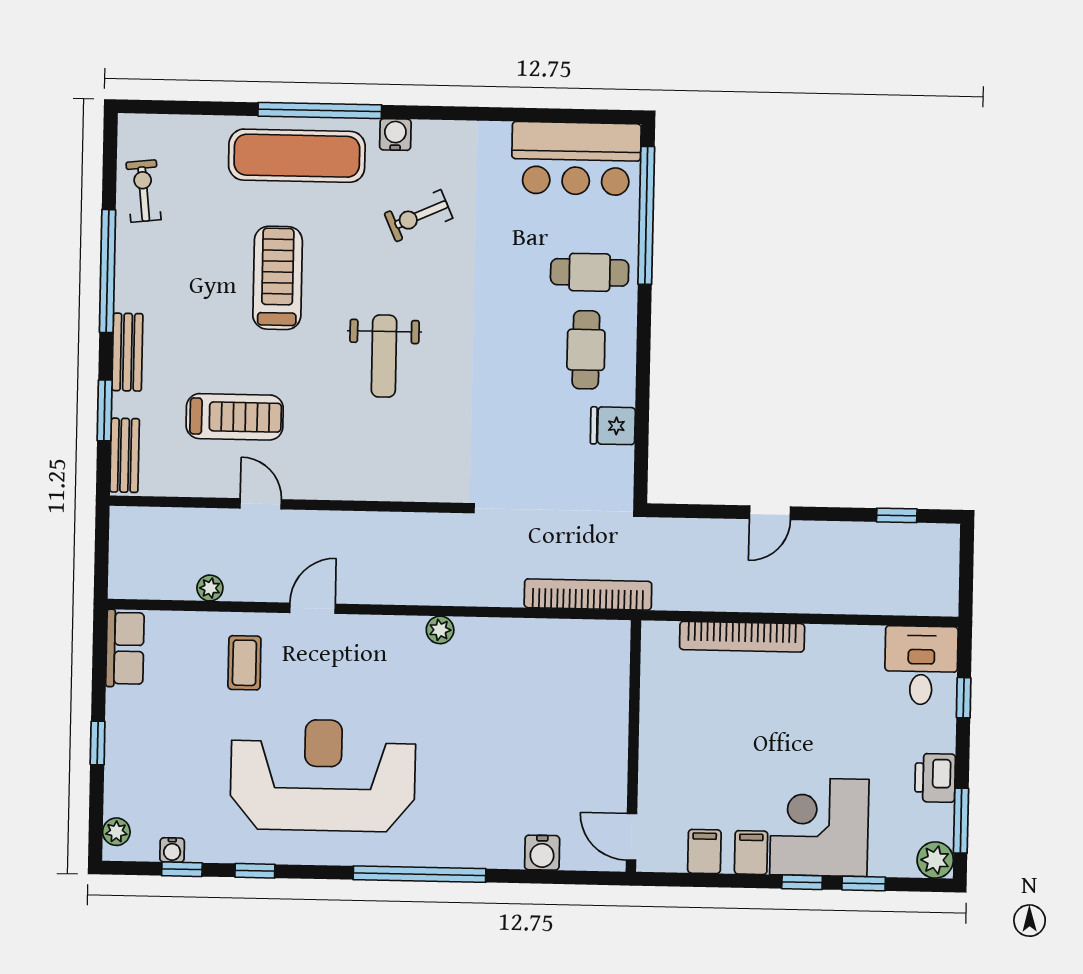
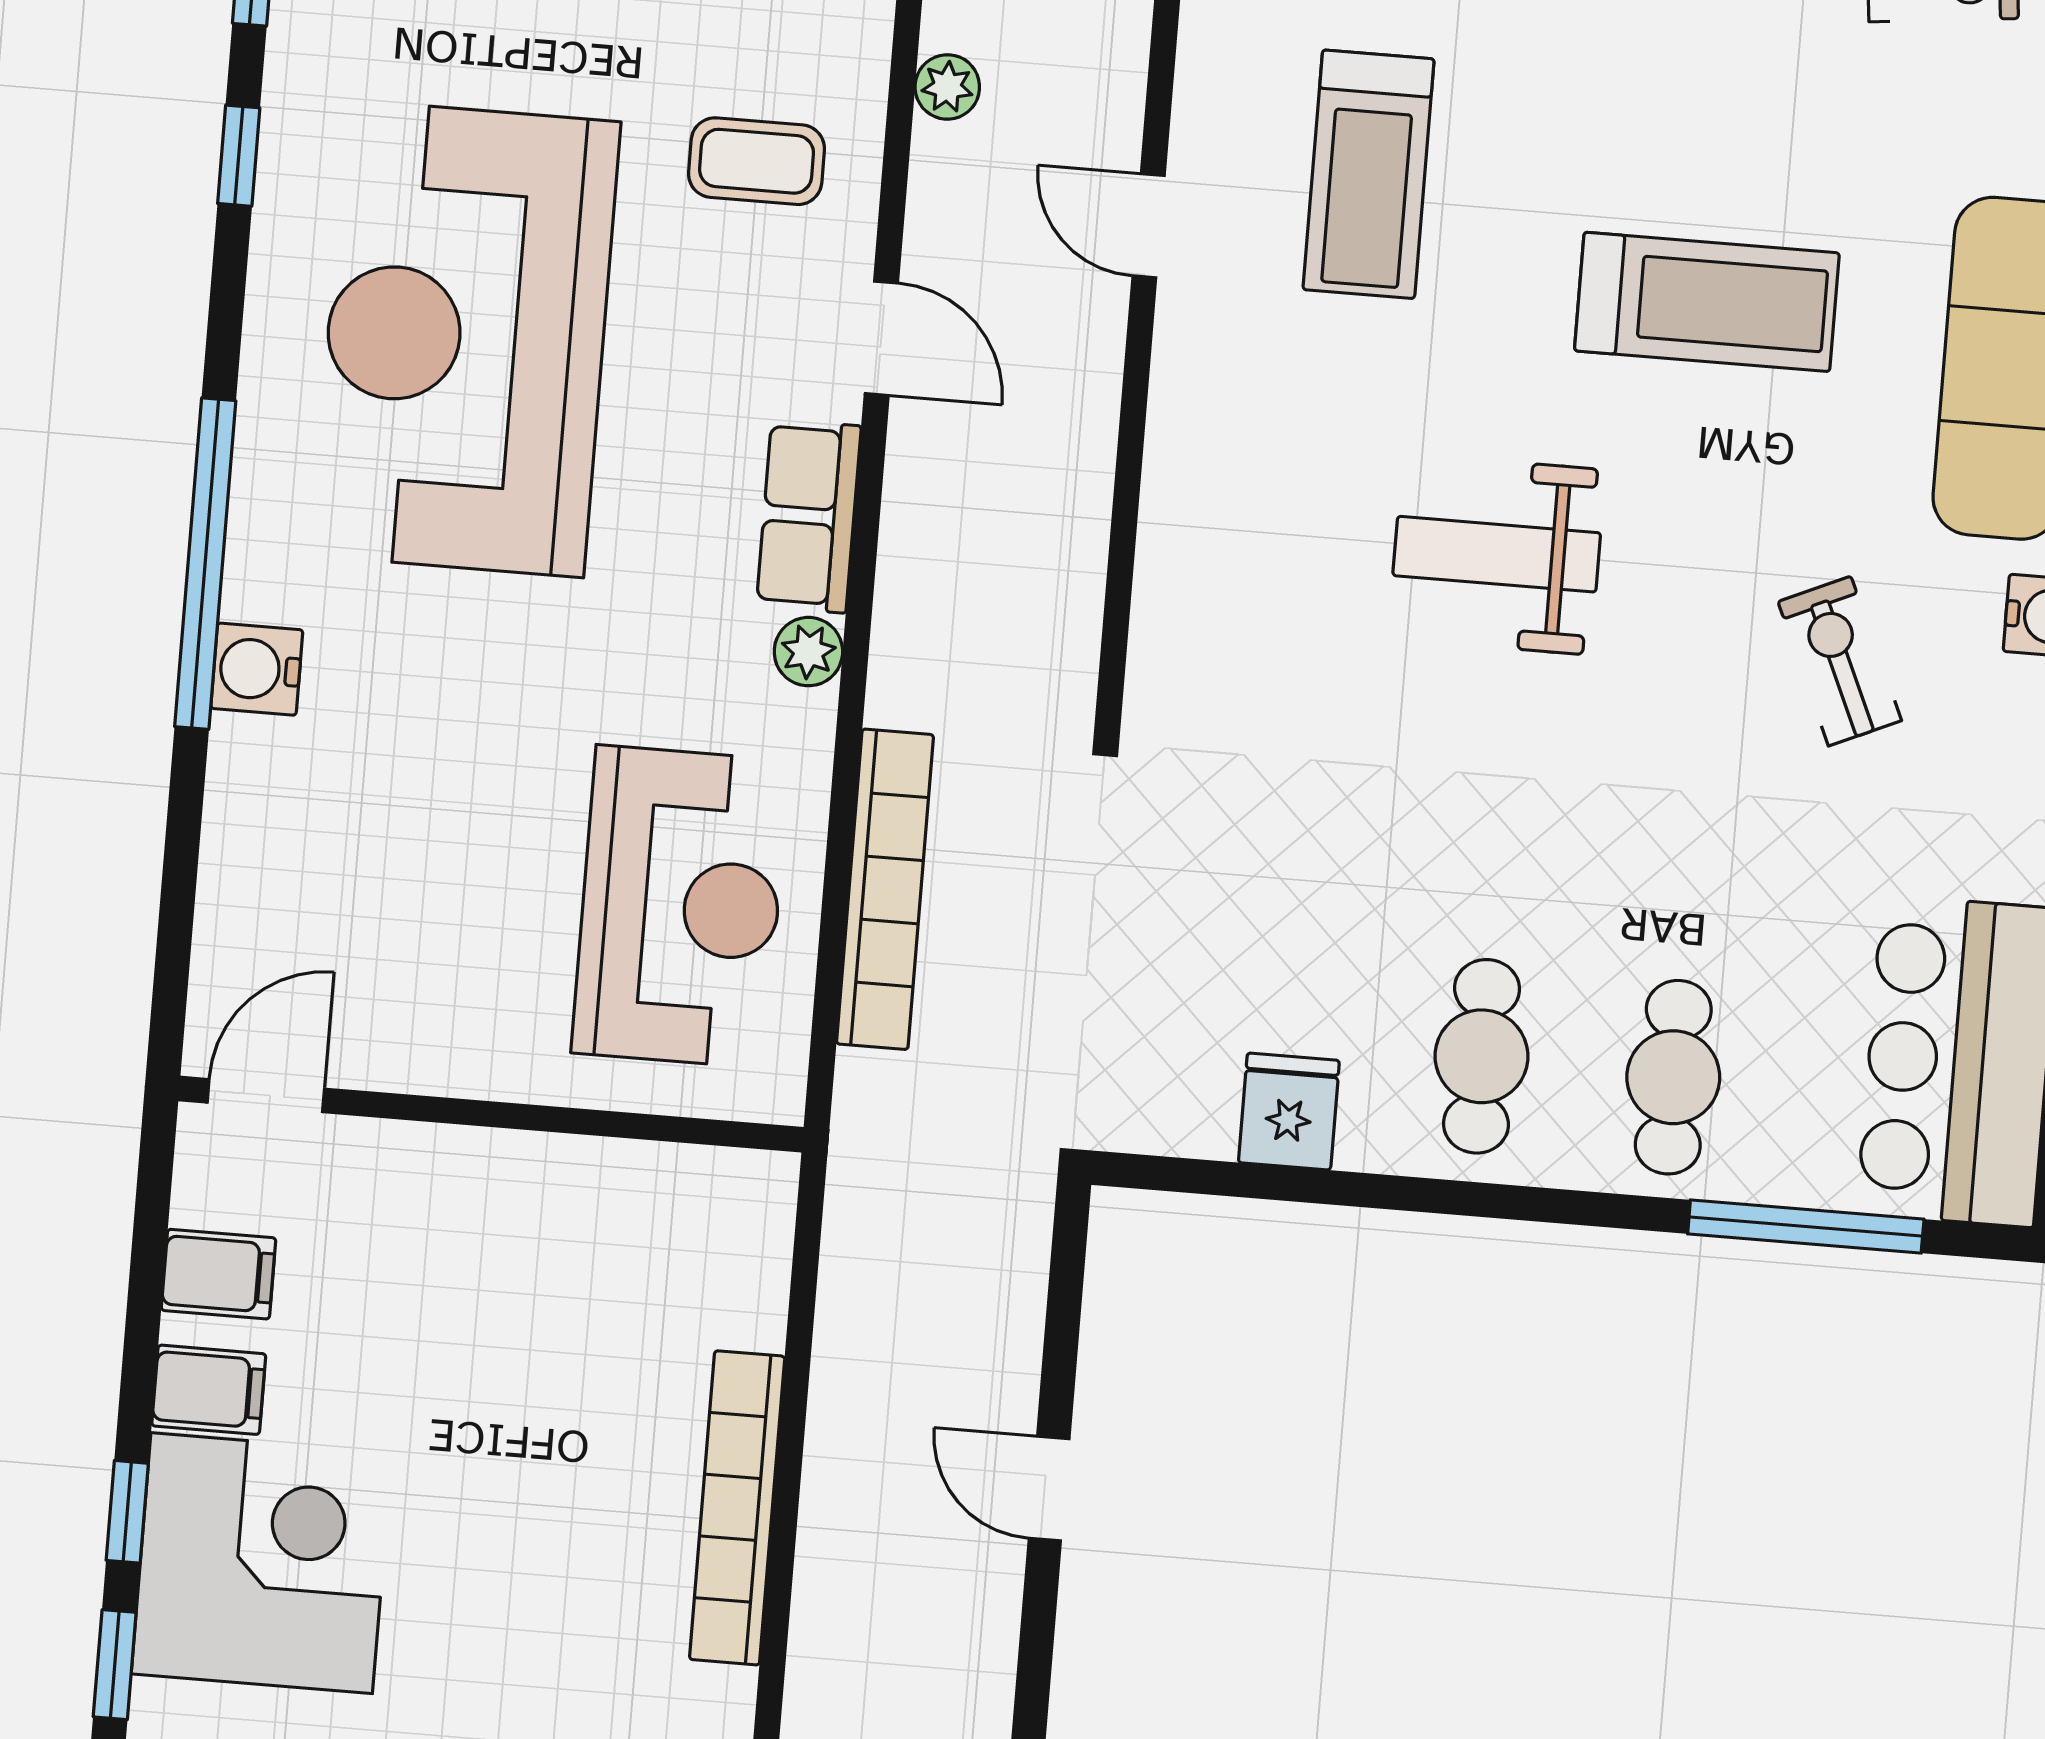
window: (646, 215) -> (1806, 1226), width x0.68
cafe table: (586, 350) -> (1481, 1056), turned 90
door: (261, 504) -> (1149, 226), swing flipped
bookcase: (588, 594) -> (885, 889), moved
row of seats: (386, 633) -> (809, 516), added
bookcase: (742, 637) -> (737, 1508), moved
reception desk: (546, 675) -> (680, 907), added
reception desk: (323, 775) -> (465, 339), turned 180
water cooler: (542, 853) -> (257, 669), moved

